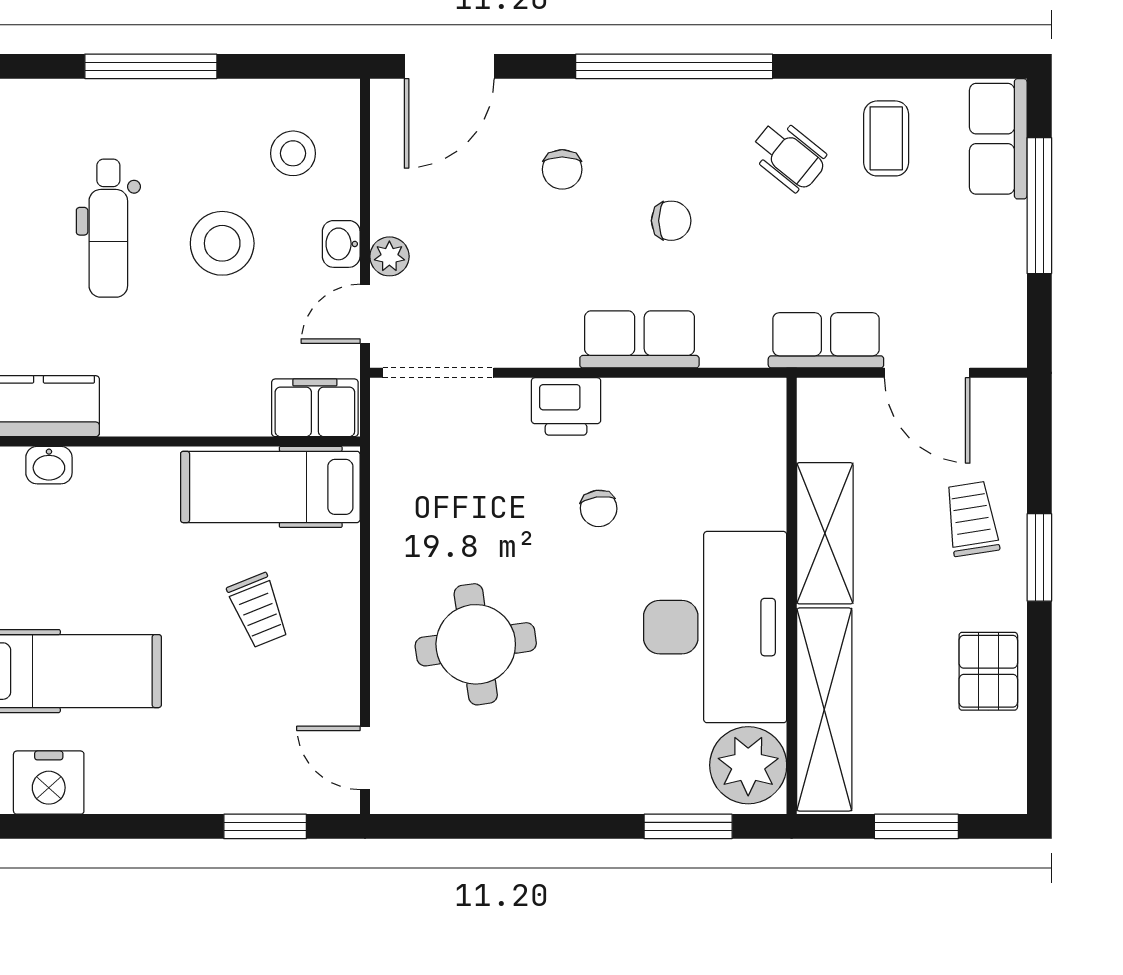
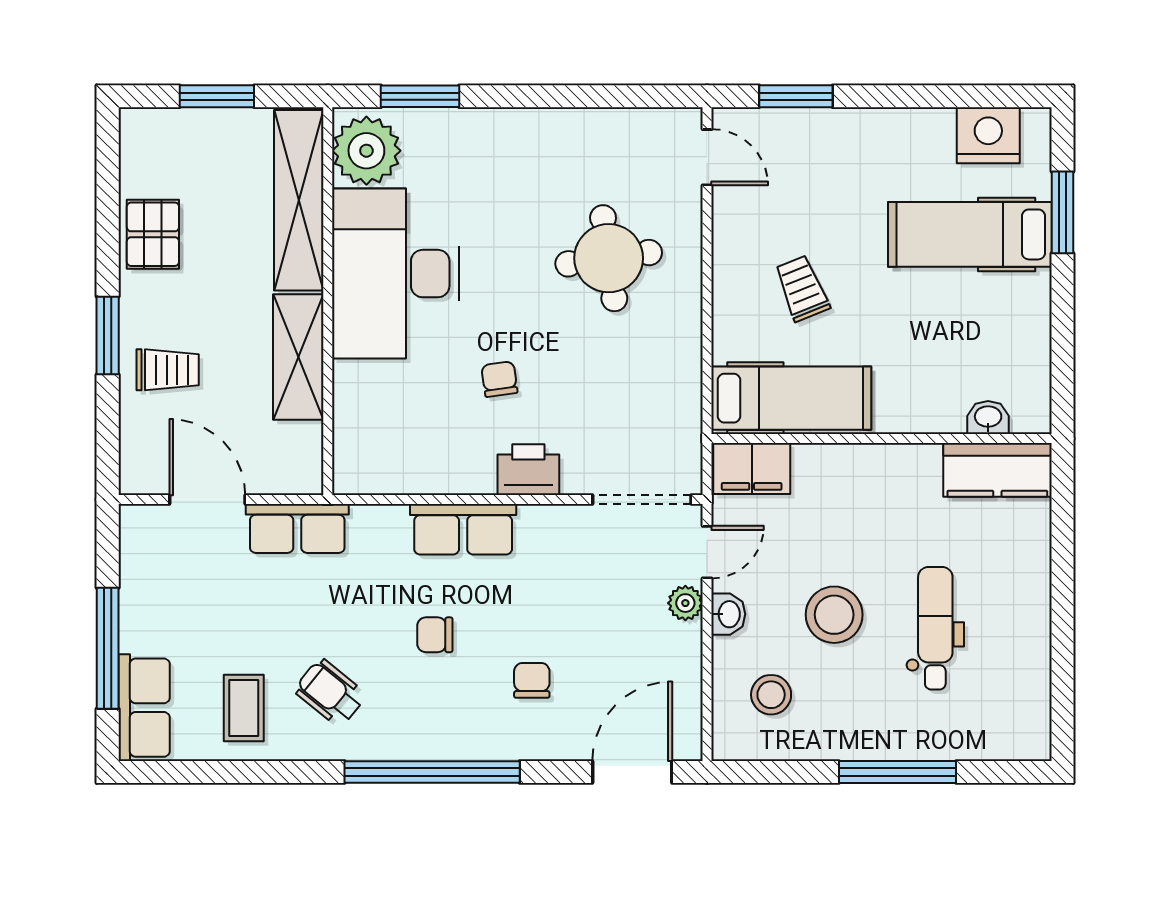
trolley: (972, 519) -> (168, 370), turned -81

